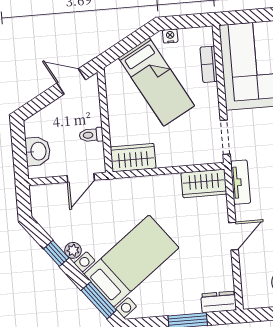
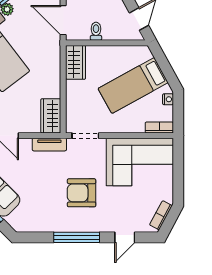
bookcase: (209, 64) -> (159, 127), moved
door: (81, 178) -> (63, 20), width x1.38

